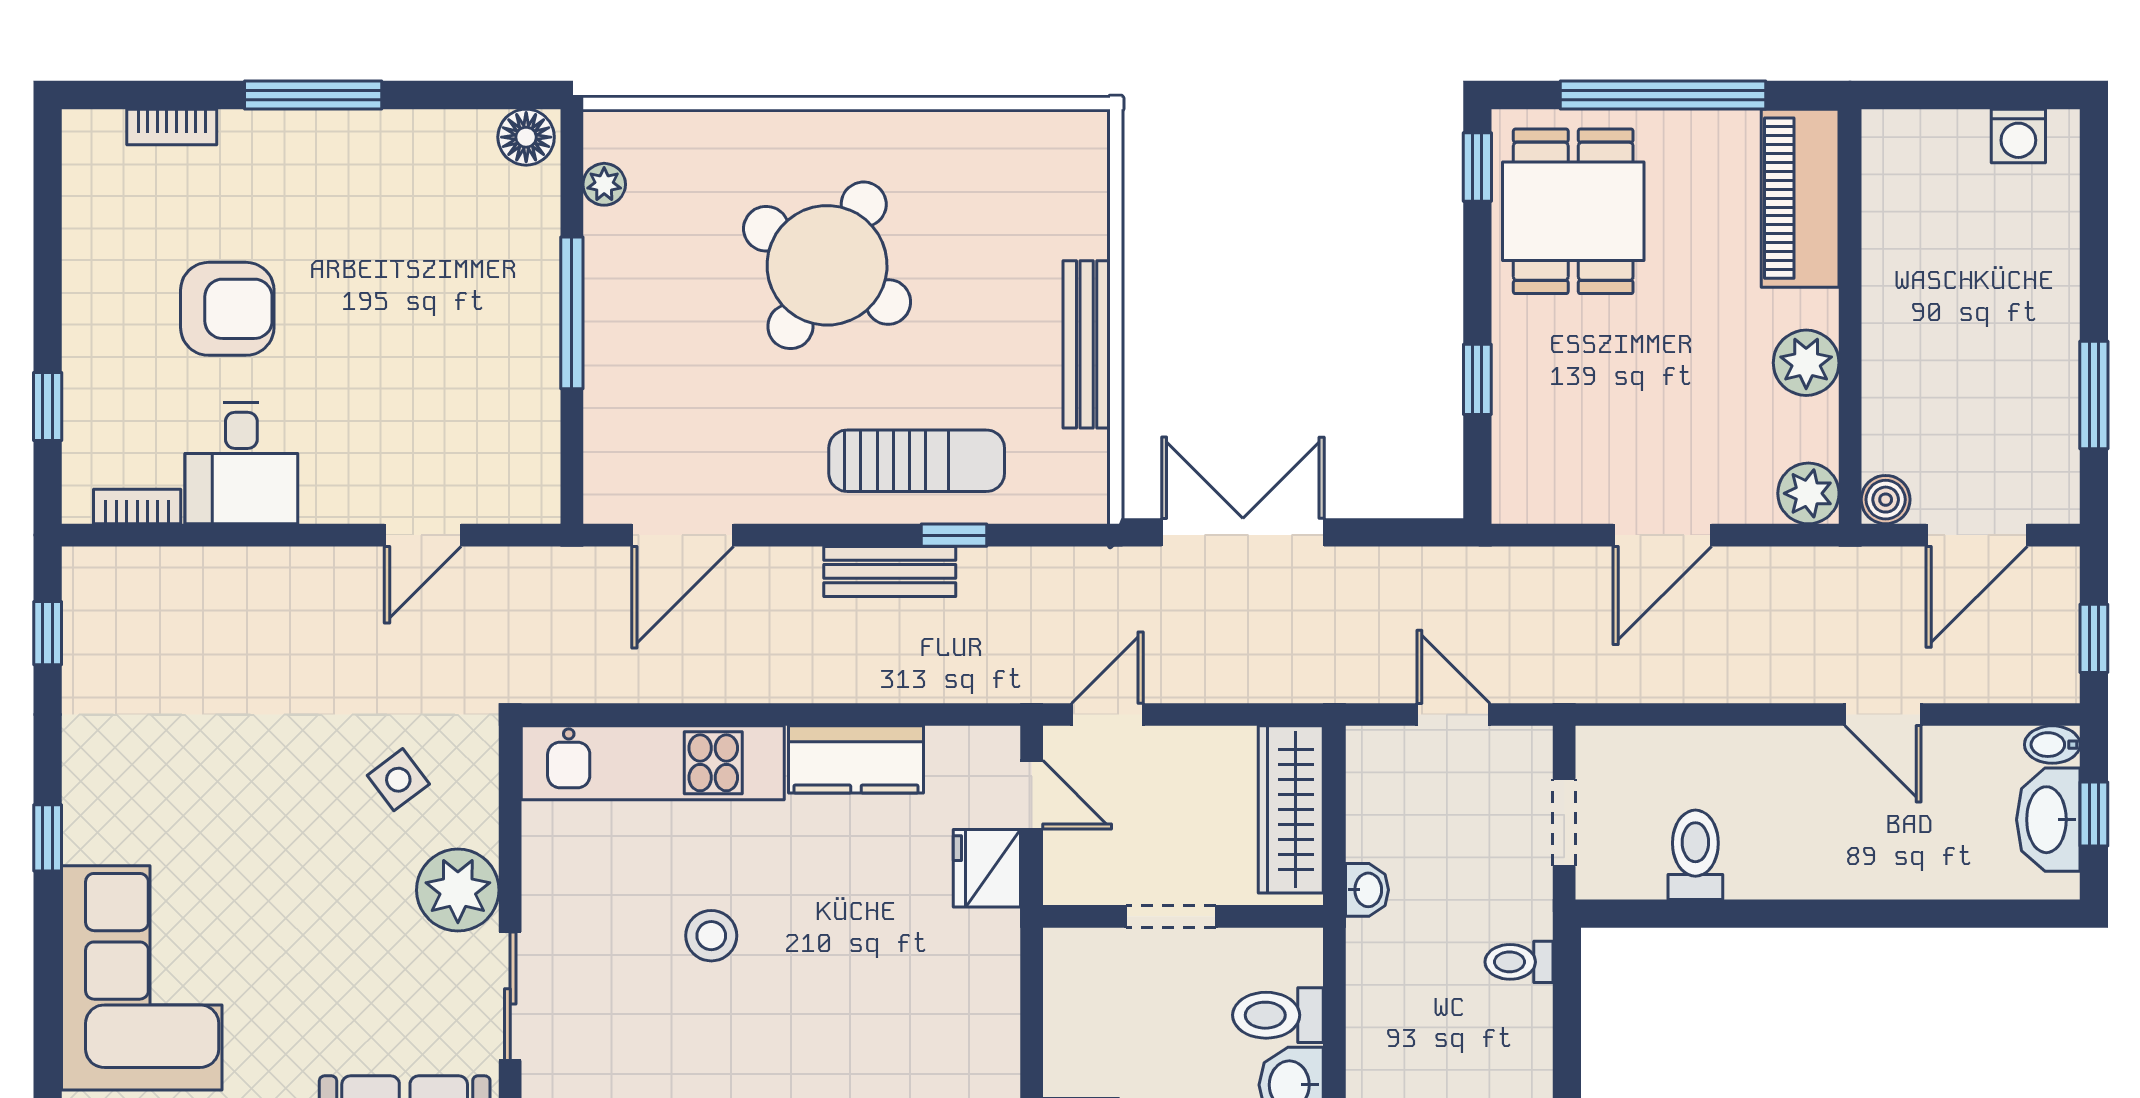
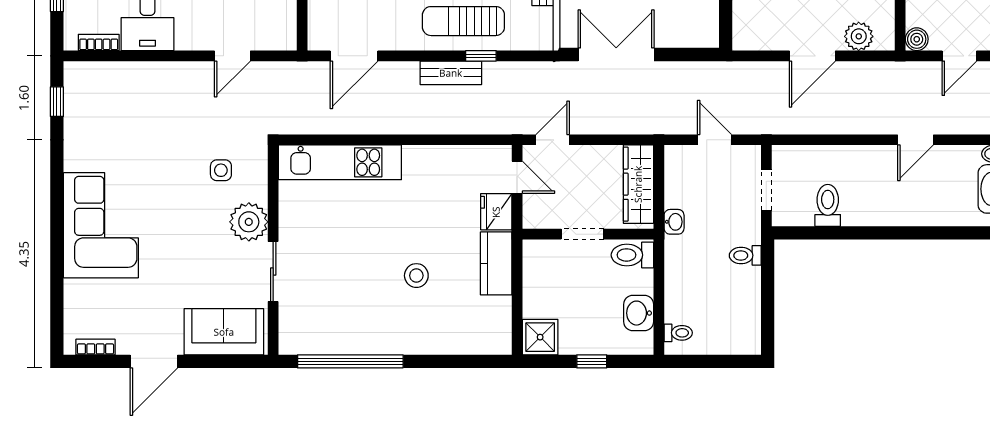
sun lounger: (917, 461) -> (463, 21), turned 180
plant: (1808, 493) -> (859, 36), moved
door: (1977, 535) -> (959, 56), width x0.73
door: (1883, 715) -> (916, 140), hinge flipped
kitchen counter: (856, 759) -> (496, 263), moved, turned 90
side table: (398, 780) -> (221, 170), turned 37
window: (48, 838) -> (57, 197), removed
stool: (711, 936) -> (416, 276), moved
corner sofa: (142, 978) -> (101, 225), moved
toilet: (1278, 1015) -> (632, 255), moved

